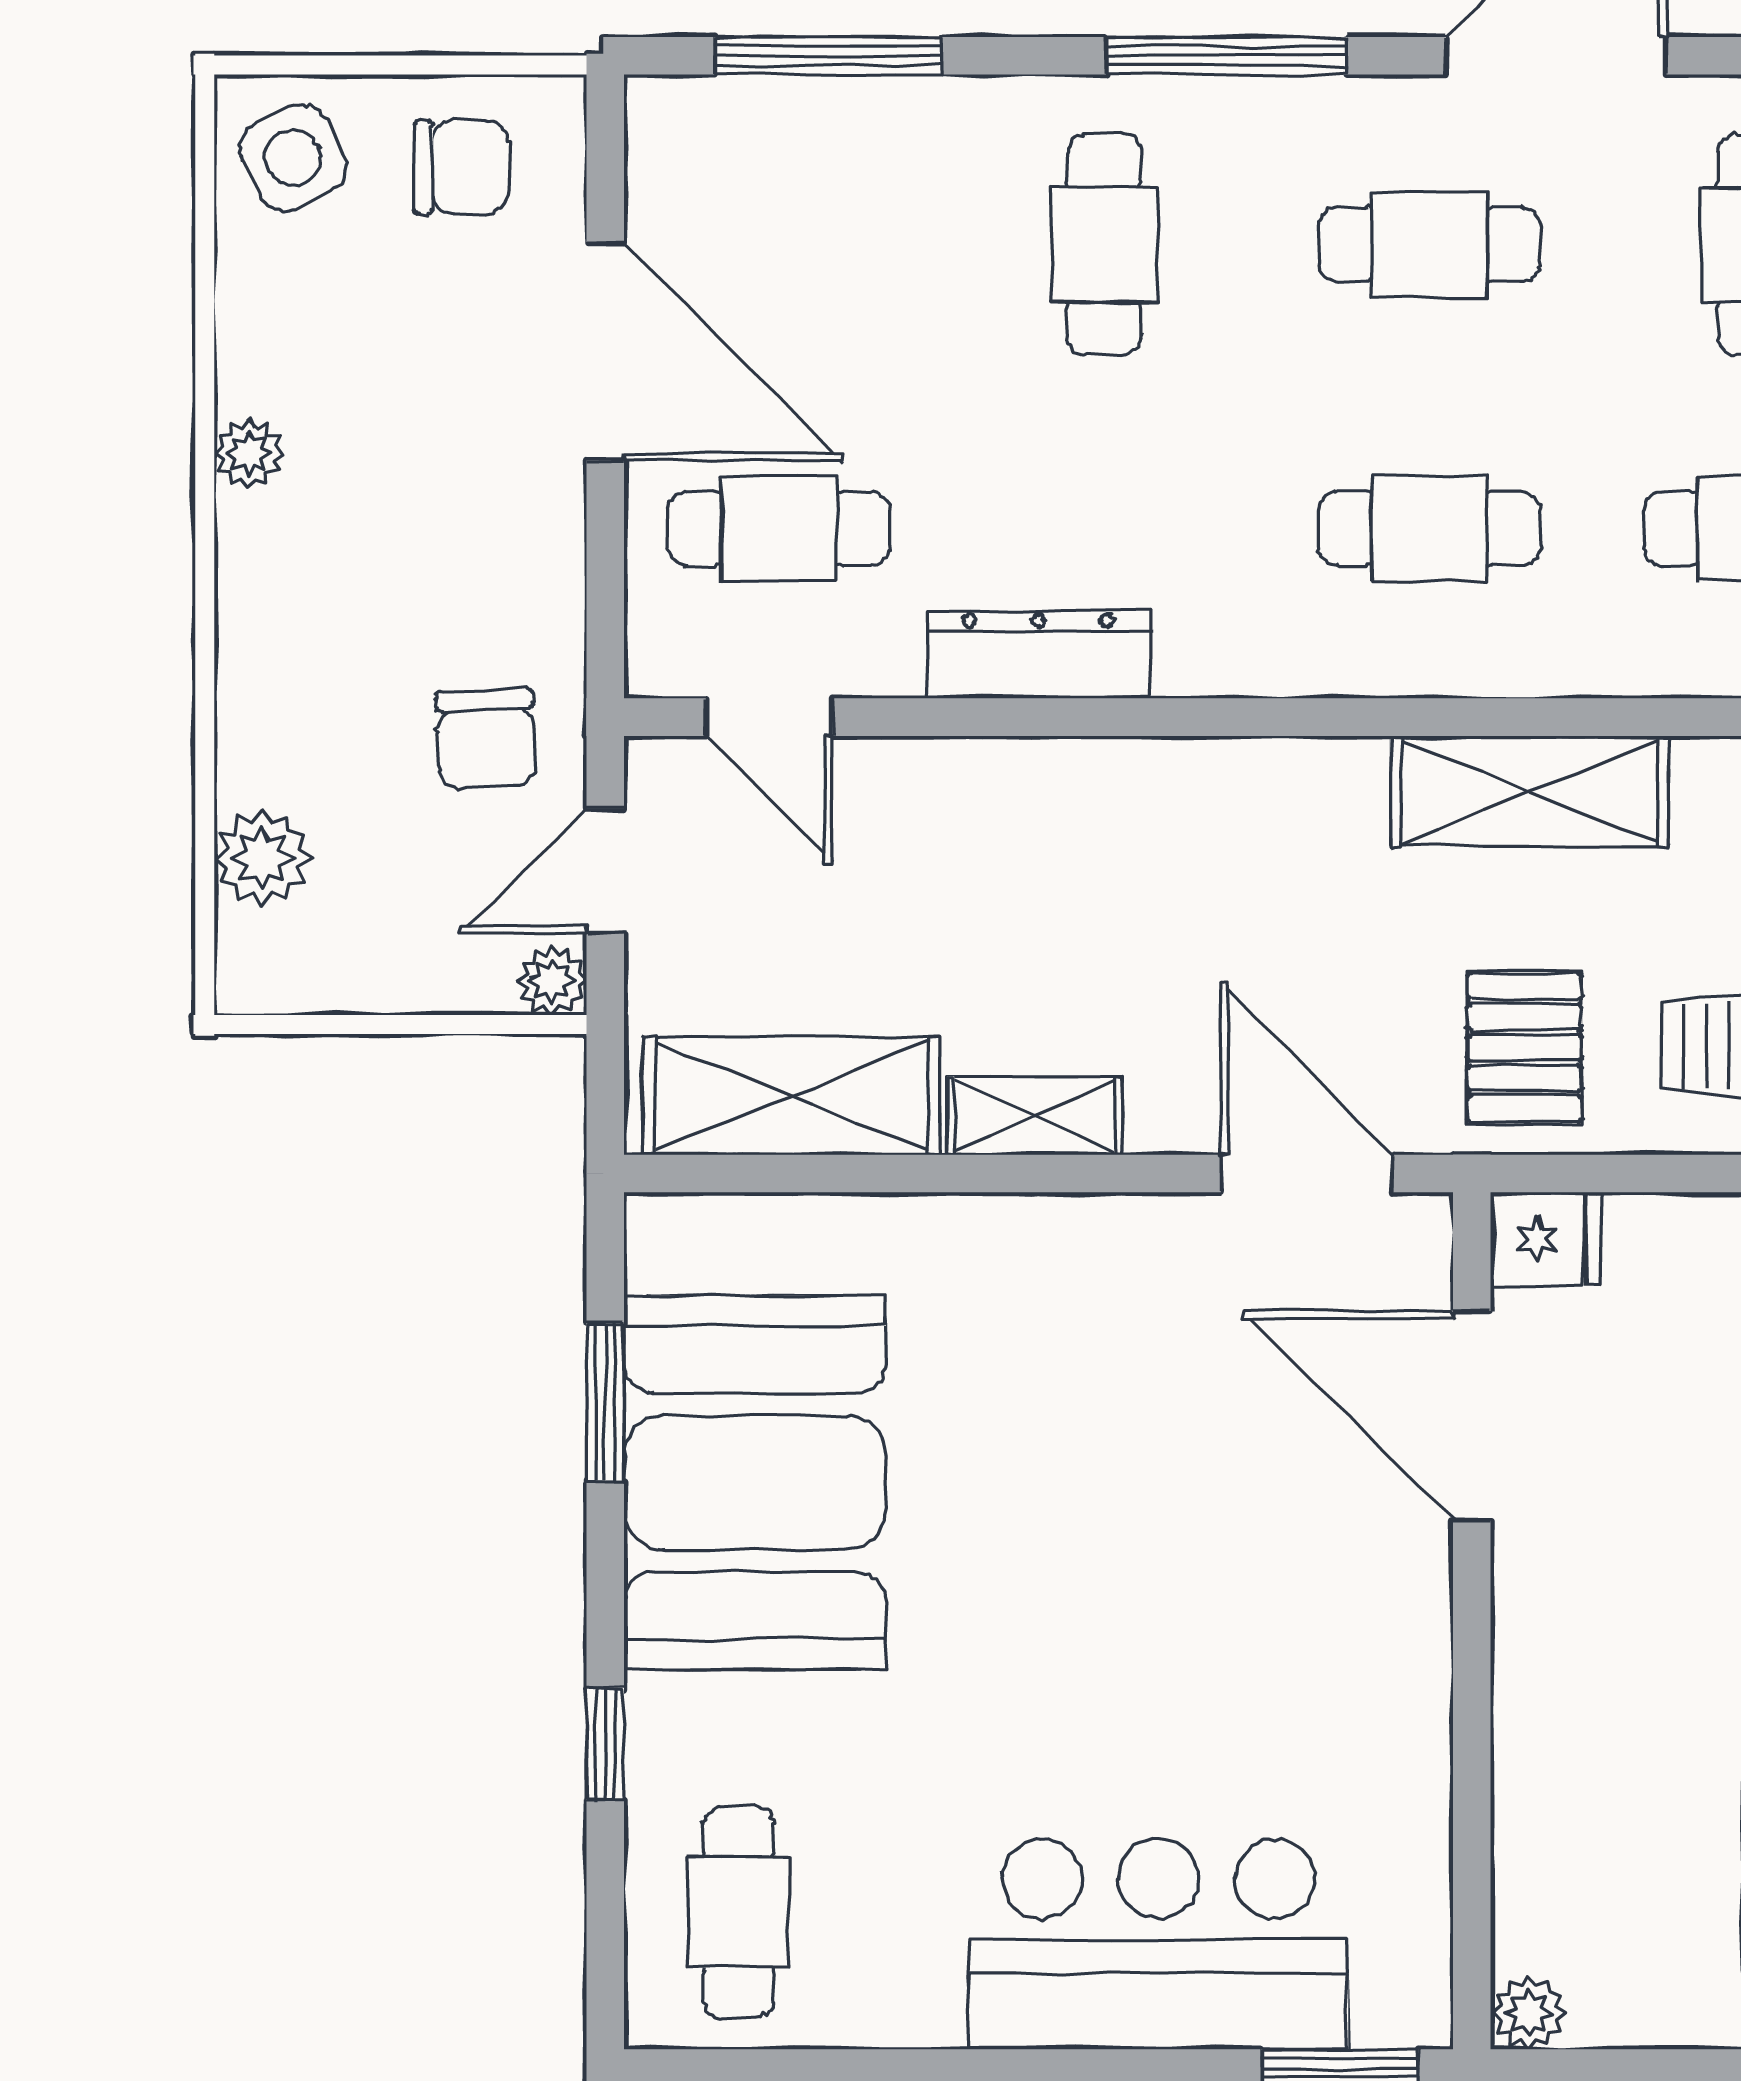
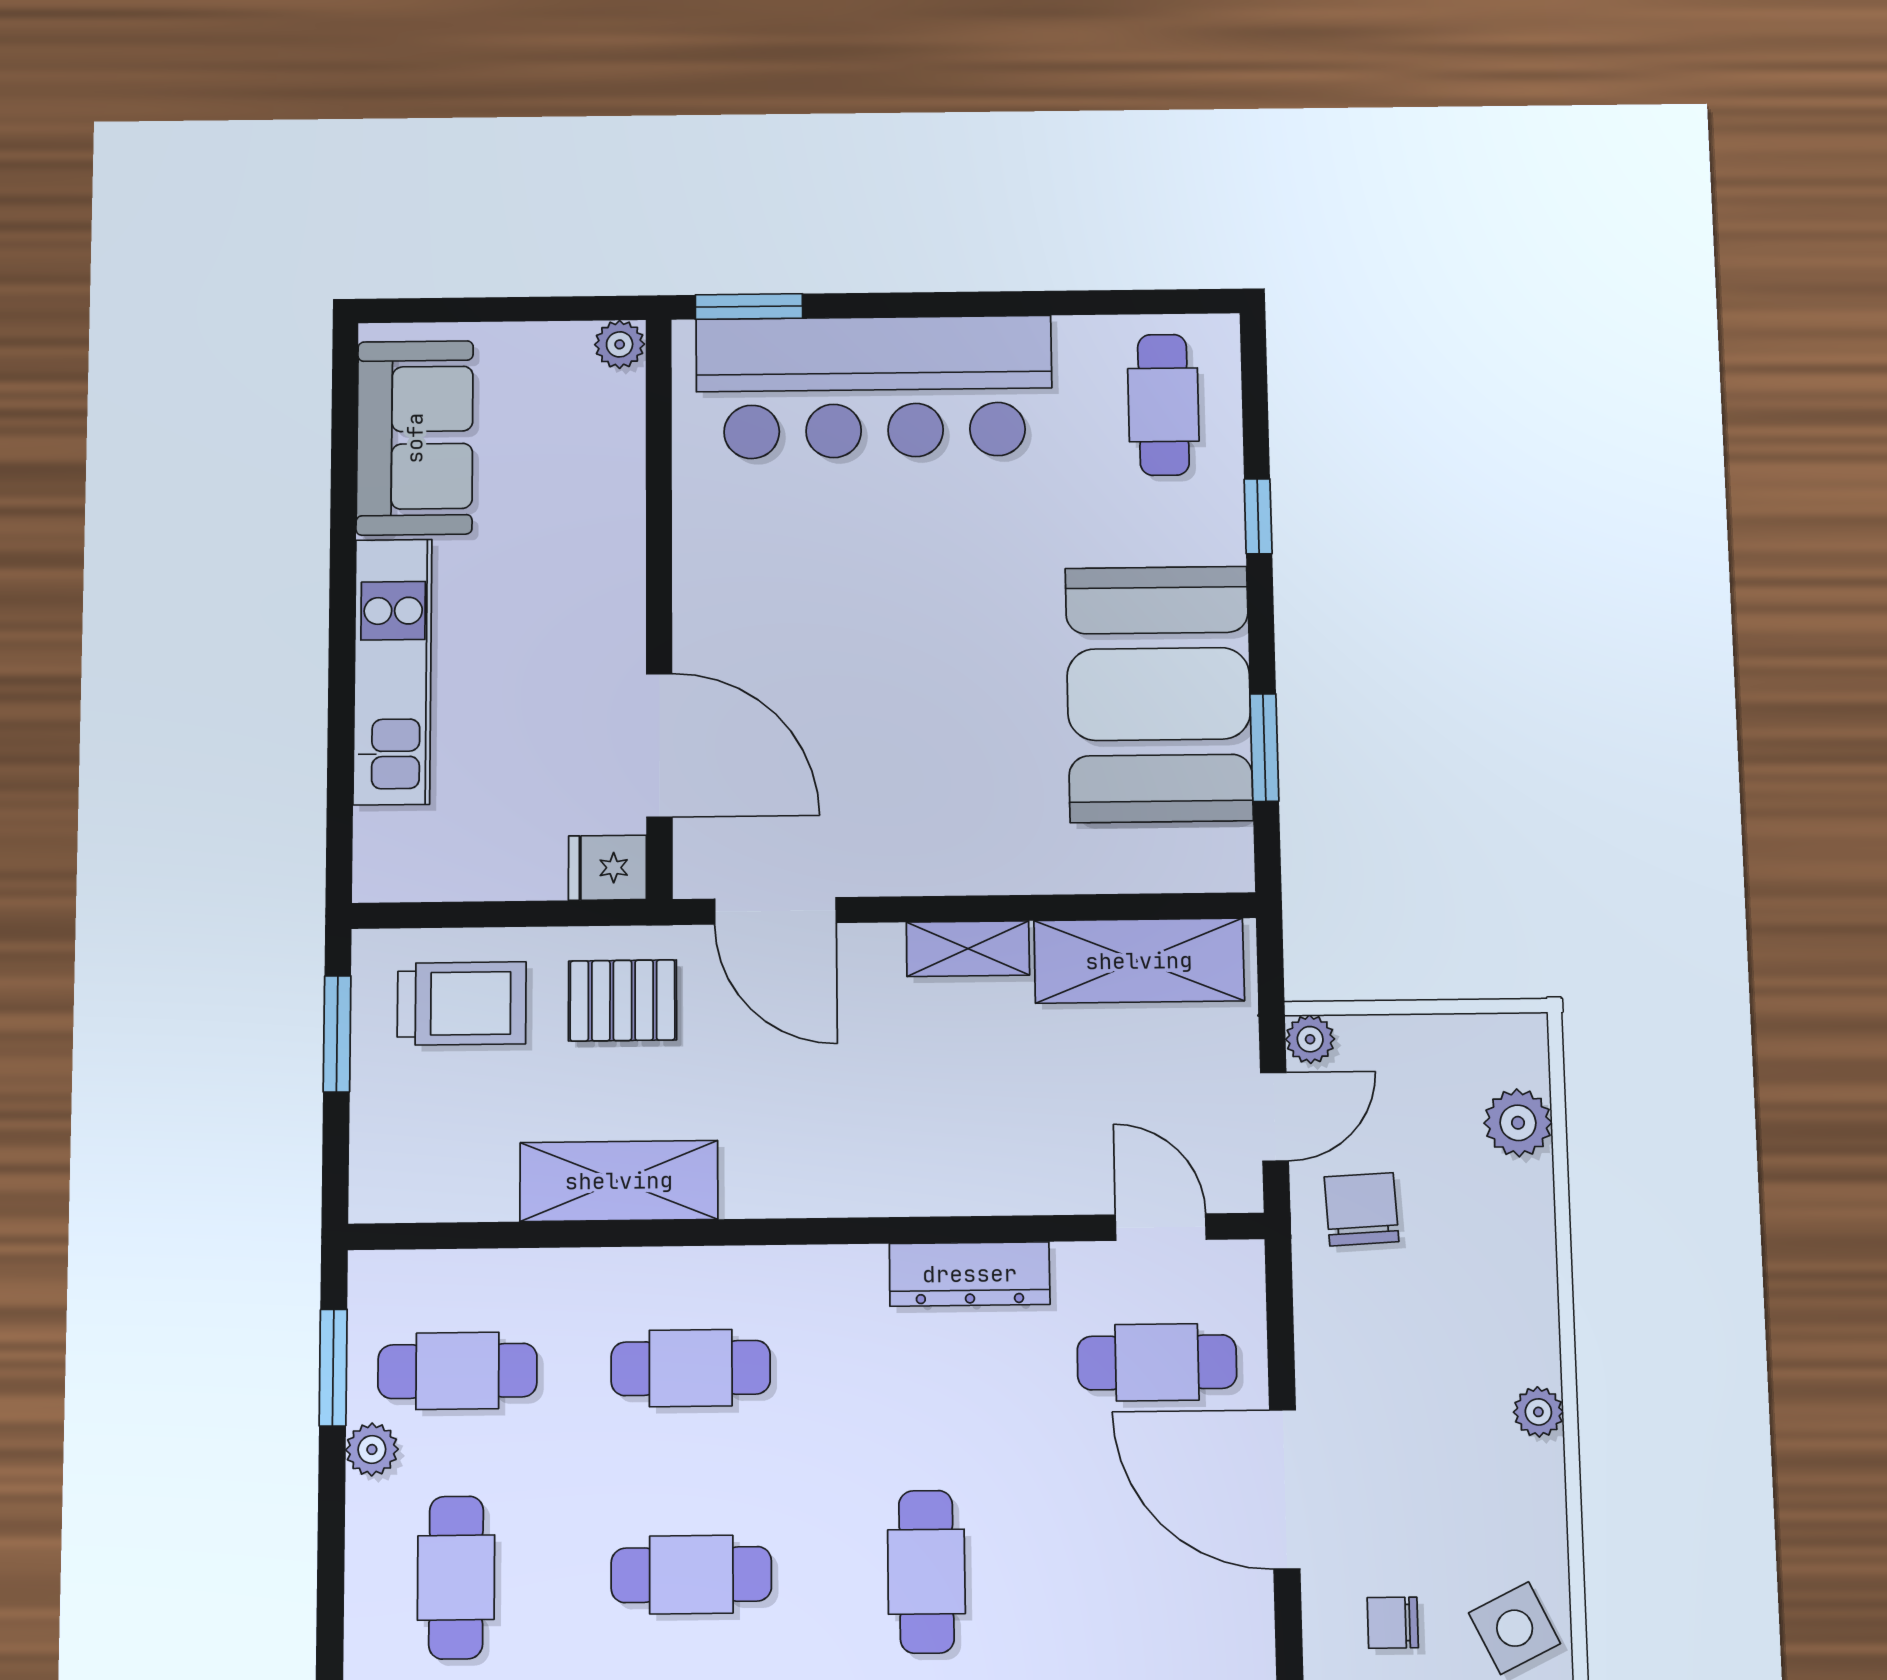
chair: (461, 167) -> (1393, 1623), width x0.73, depth x0.73
pallet: (1524, 1048) -> (623, 1000), turned 90
bar counter: (1158, 1944) -> (874, 387), width x1.36

